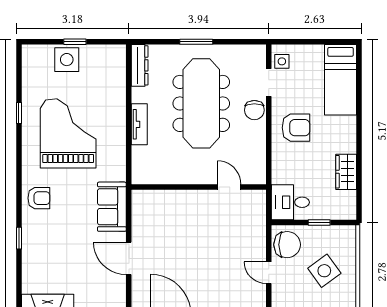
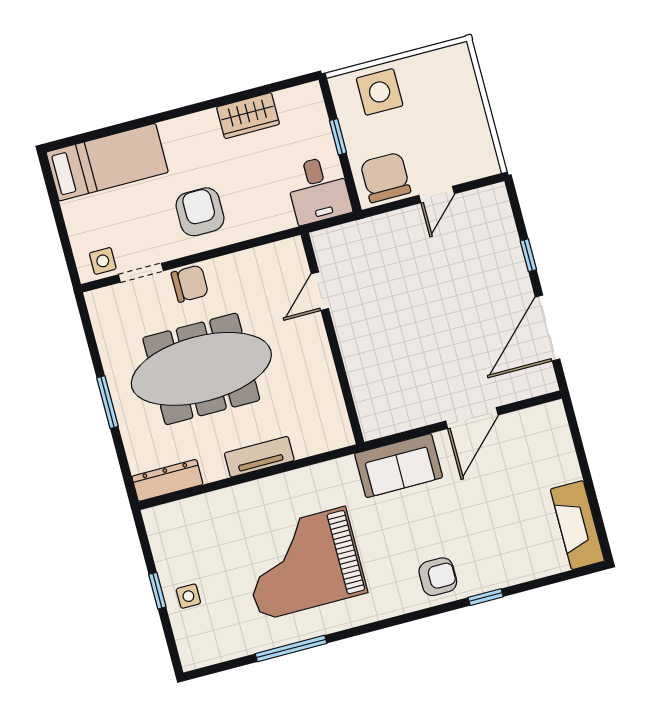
side table: (67, 60) -> (188, 596), width x0.54, depth x0.54
window: (19, 113) -> (291, 648), width x2.17
armchair: (39, 198) -> (438, 577), moved, turned 90
side table: (324, 271) -> (380, 92), moved, turned 36

